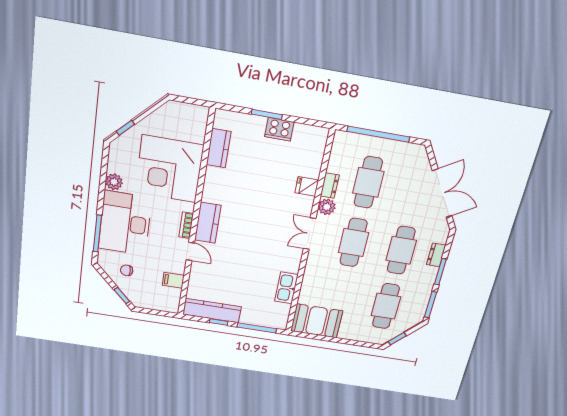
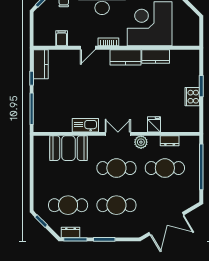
kitchen counter: (219, 148) -> (156, 56), moved
dresser: (330, 186) -> (170, 141), moved
kitchen counter: (208, 223) -> (126, 57), moved
dresser: (436, 255) -> (71, 232), moved
kitchen sink: (286, 288) -> (85, 125), moved
kitchen counter: (212, 311) -> (41, 64), width x0.67
booth: (317, 321) -> (68, 148), moved, turned 90

